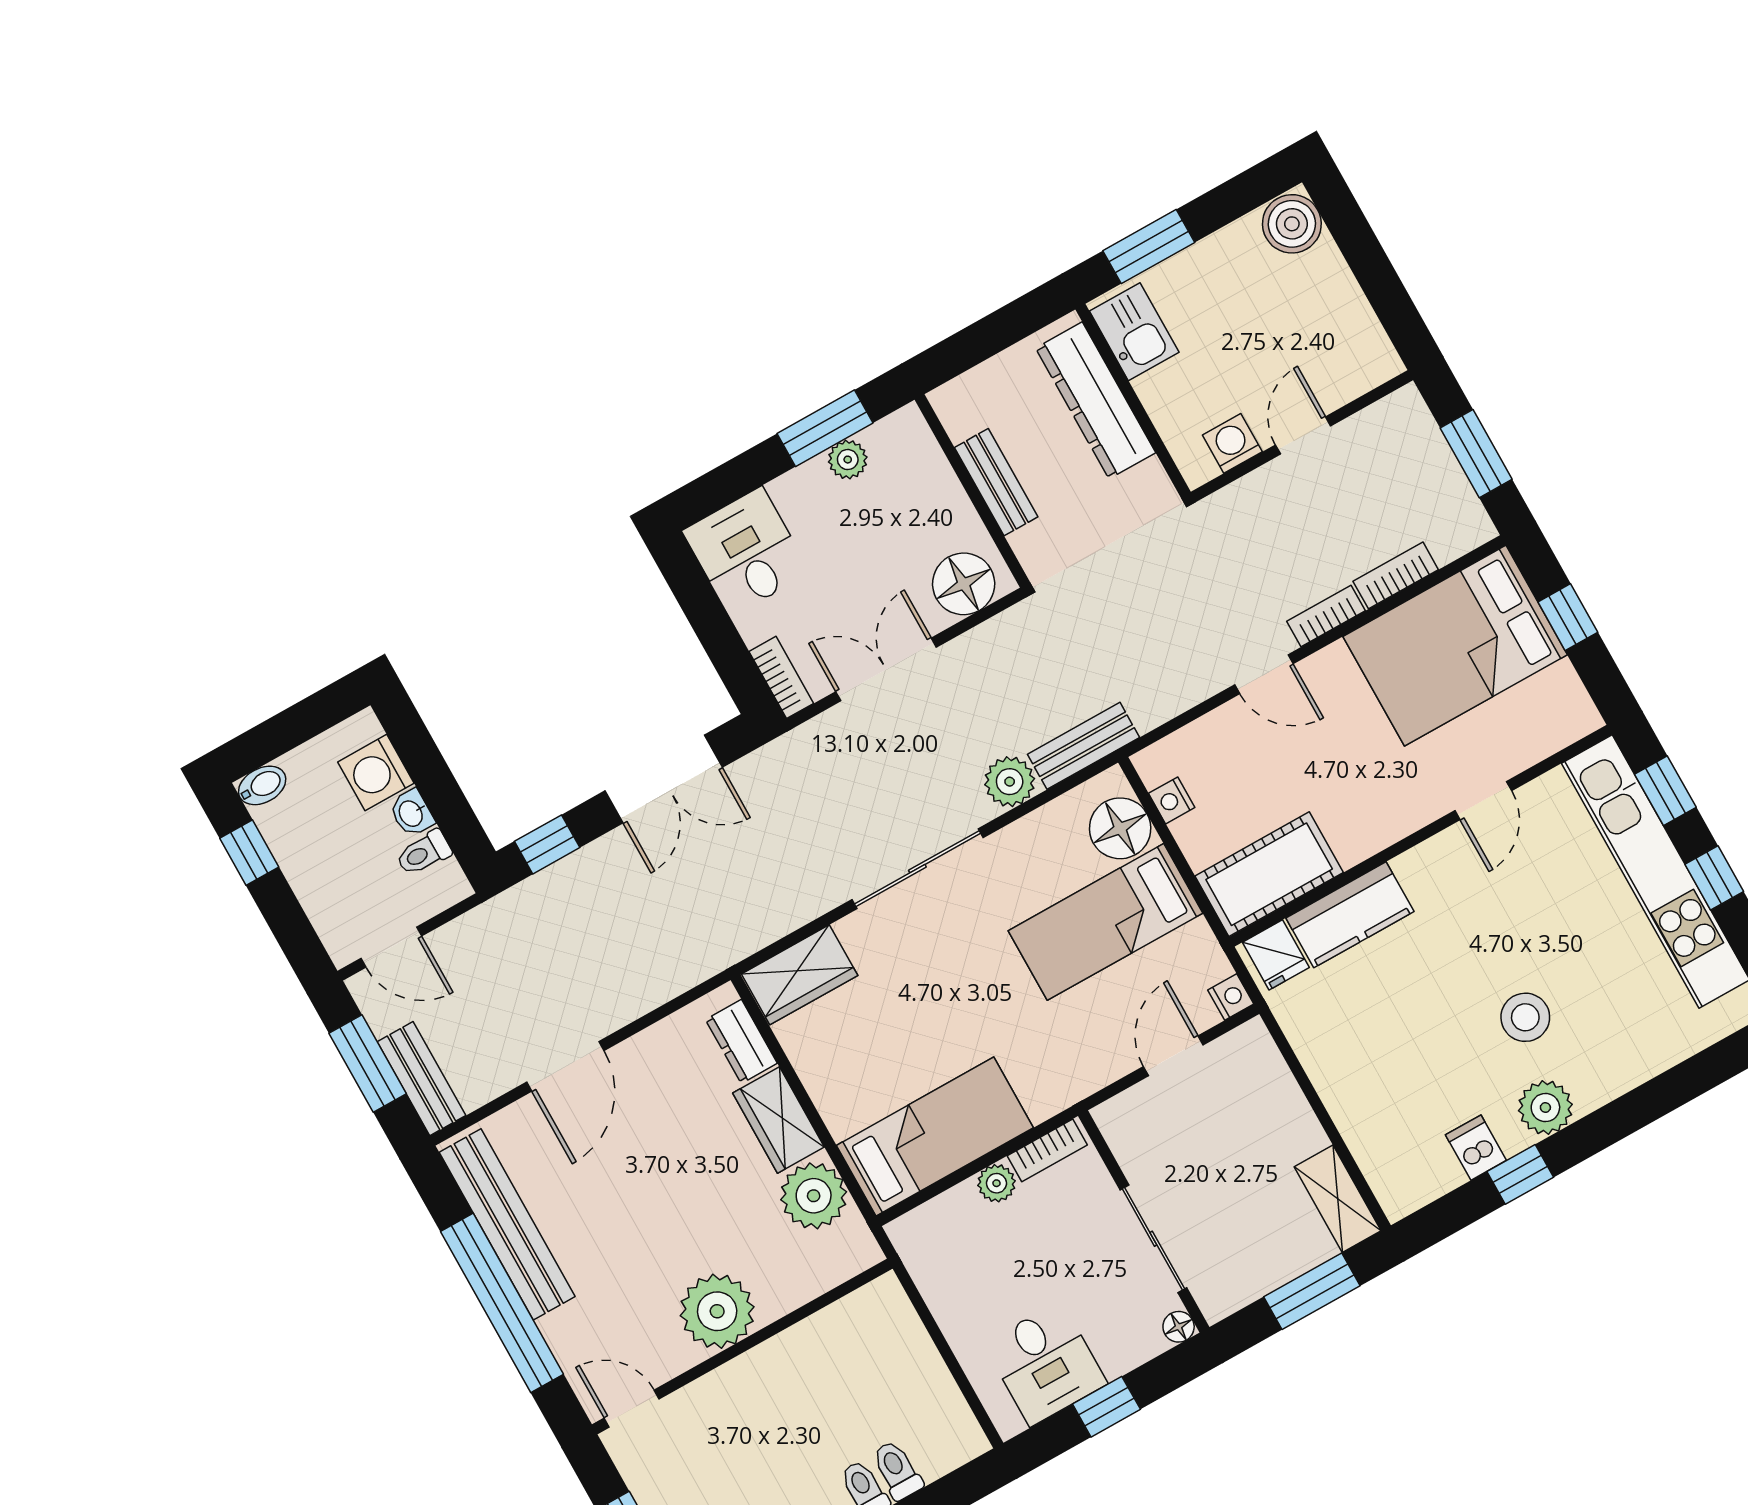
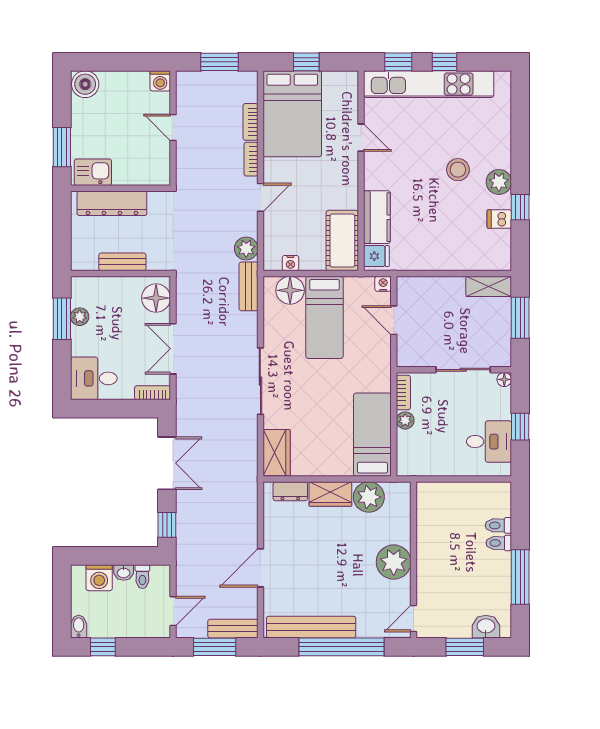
washing machine: (1232, 443) -> (160, 81), moved, turned -90
plant: (1010, 782) -> (246, 248), moved
door: (565, 1066) -> (260, 568), swing flipped

